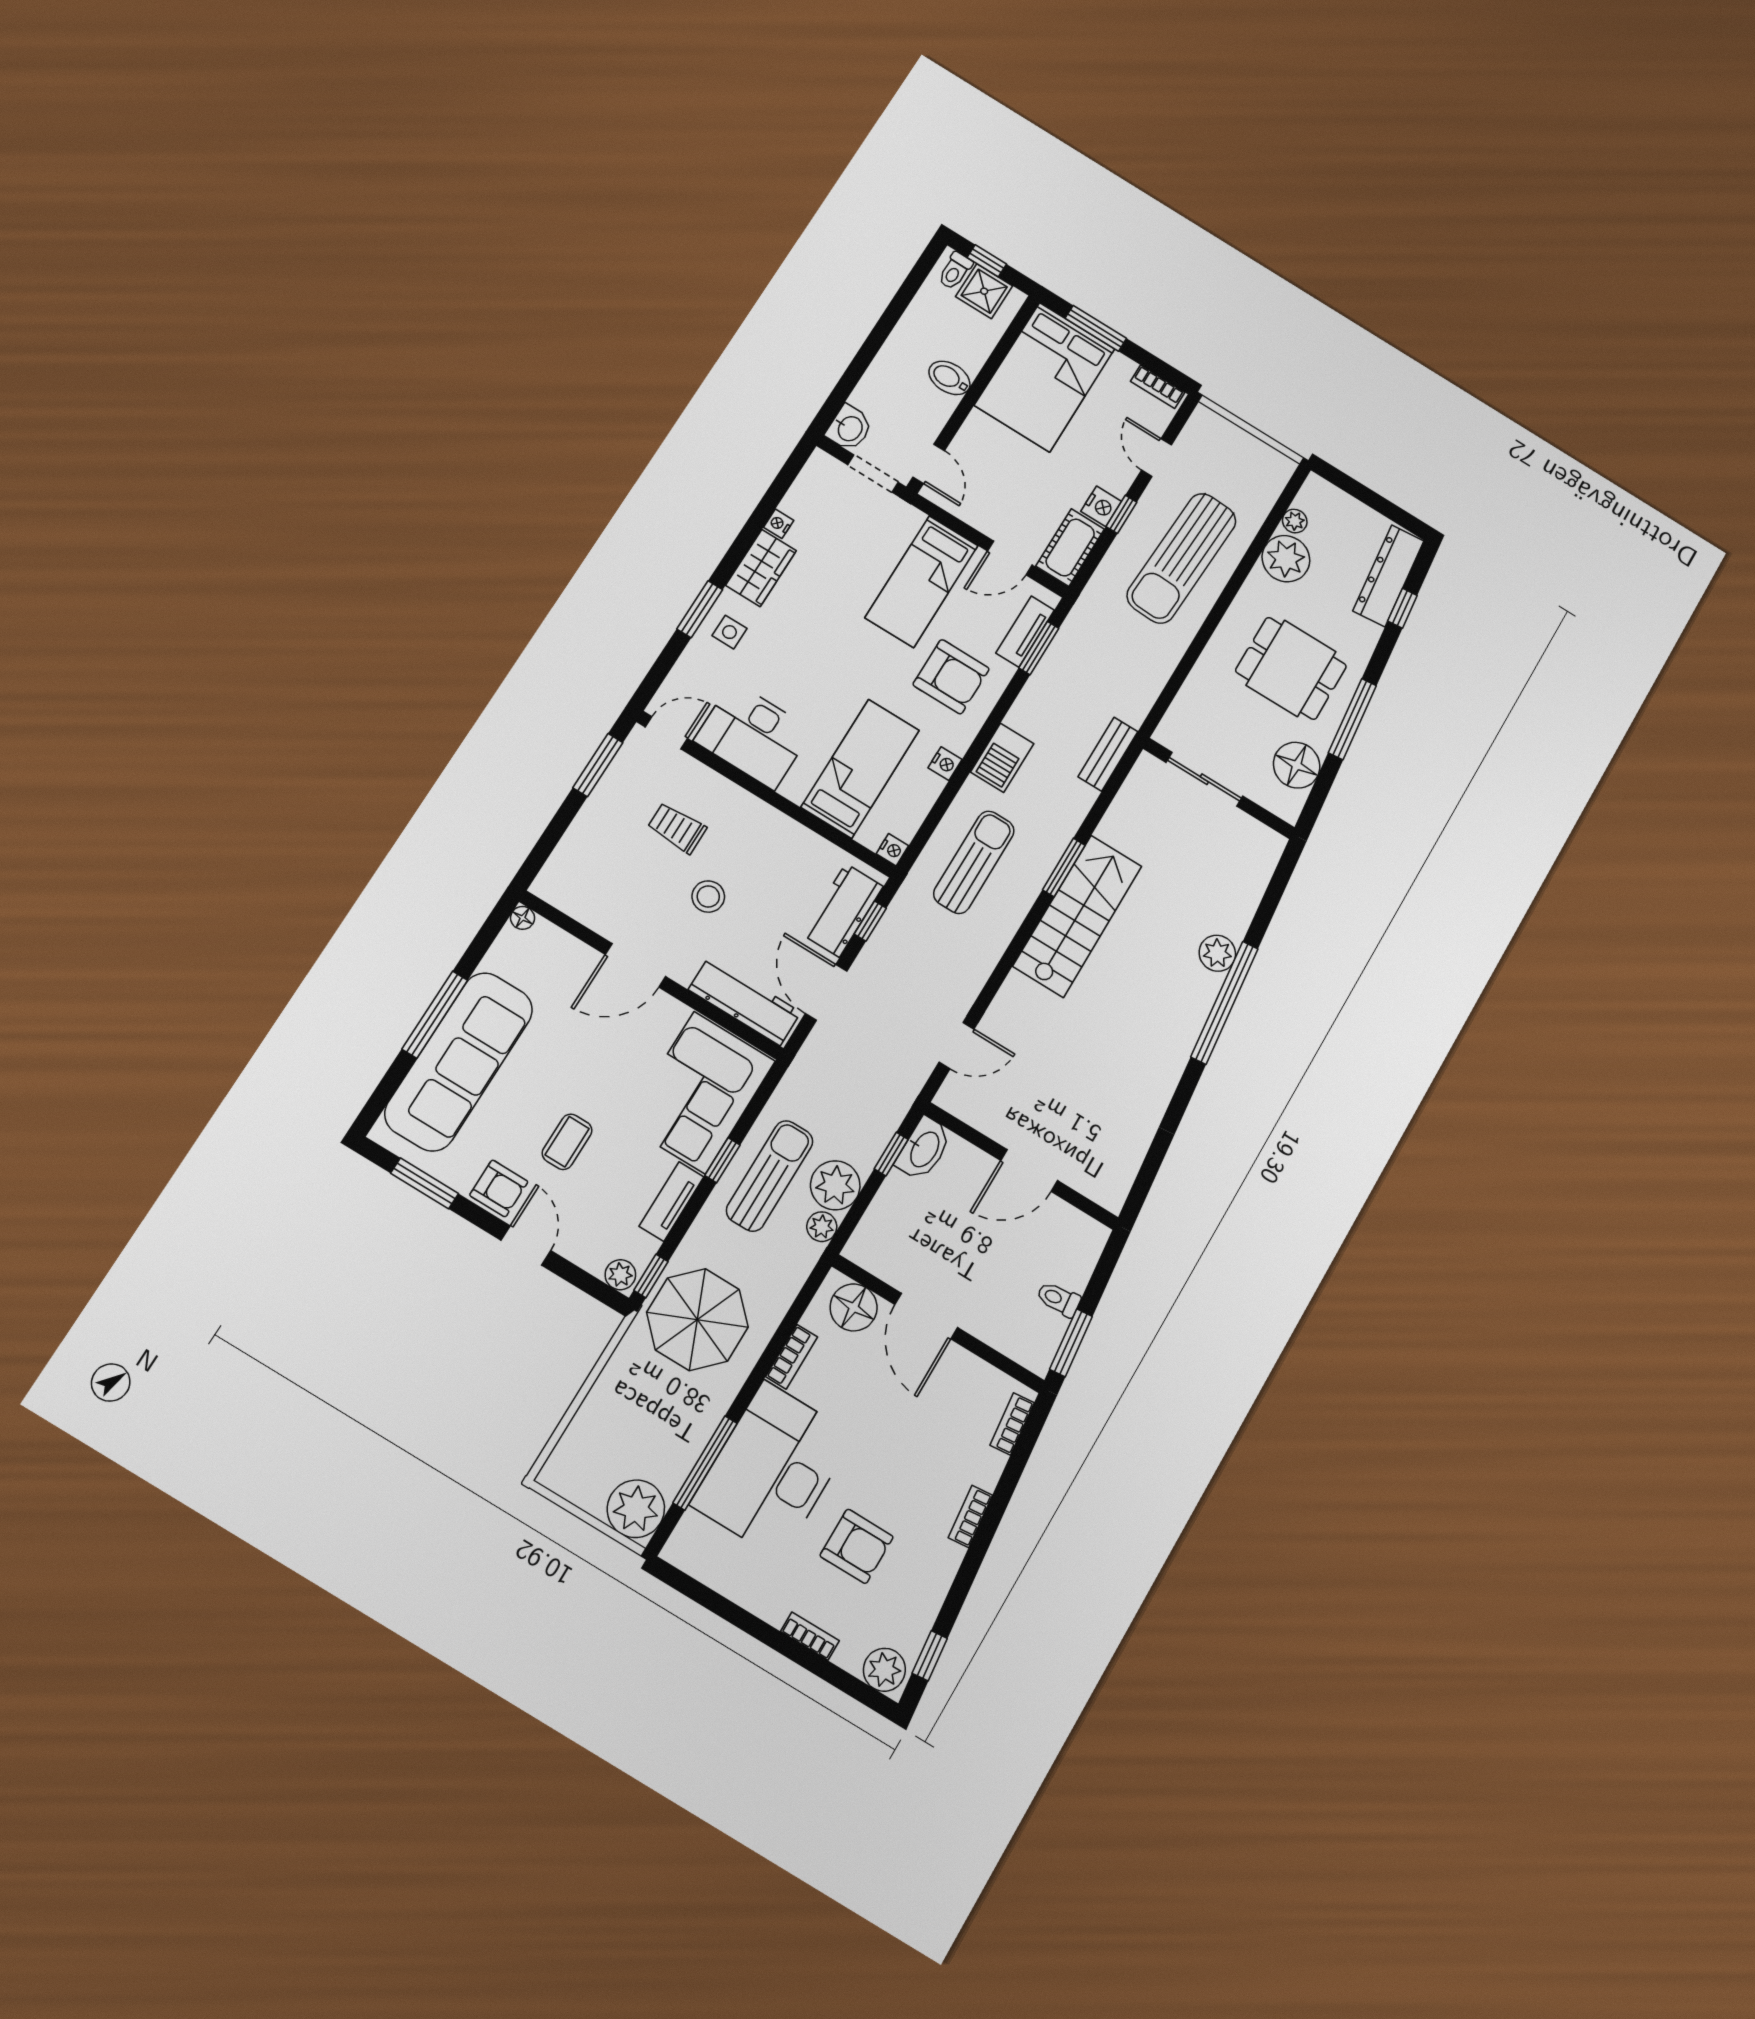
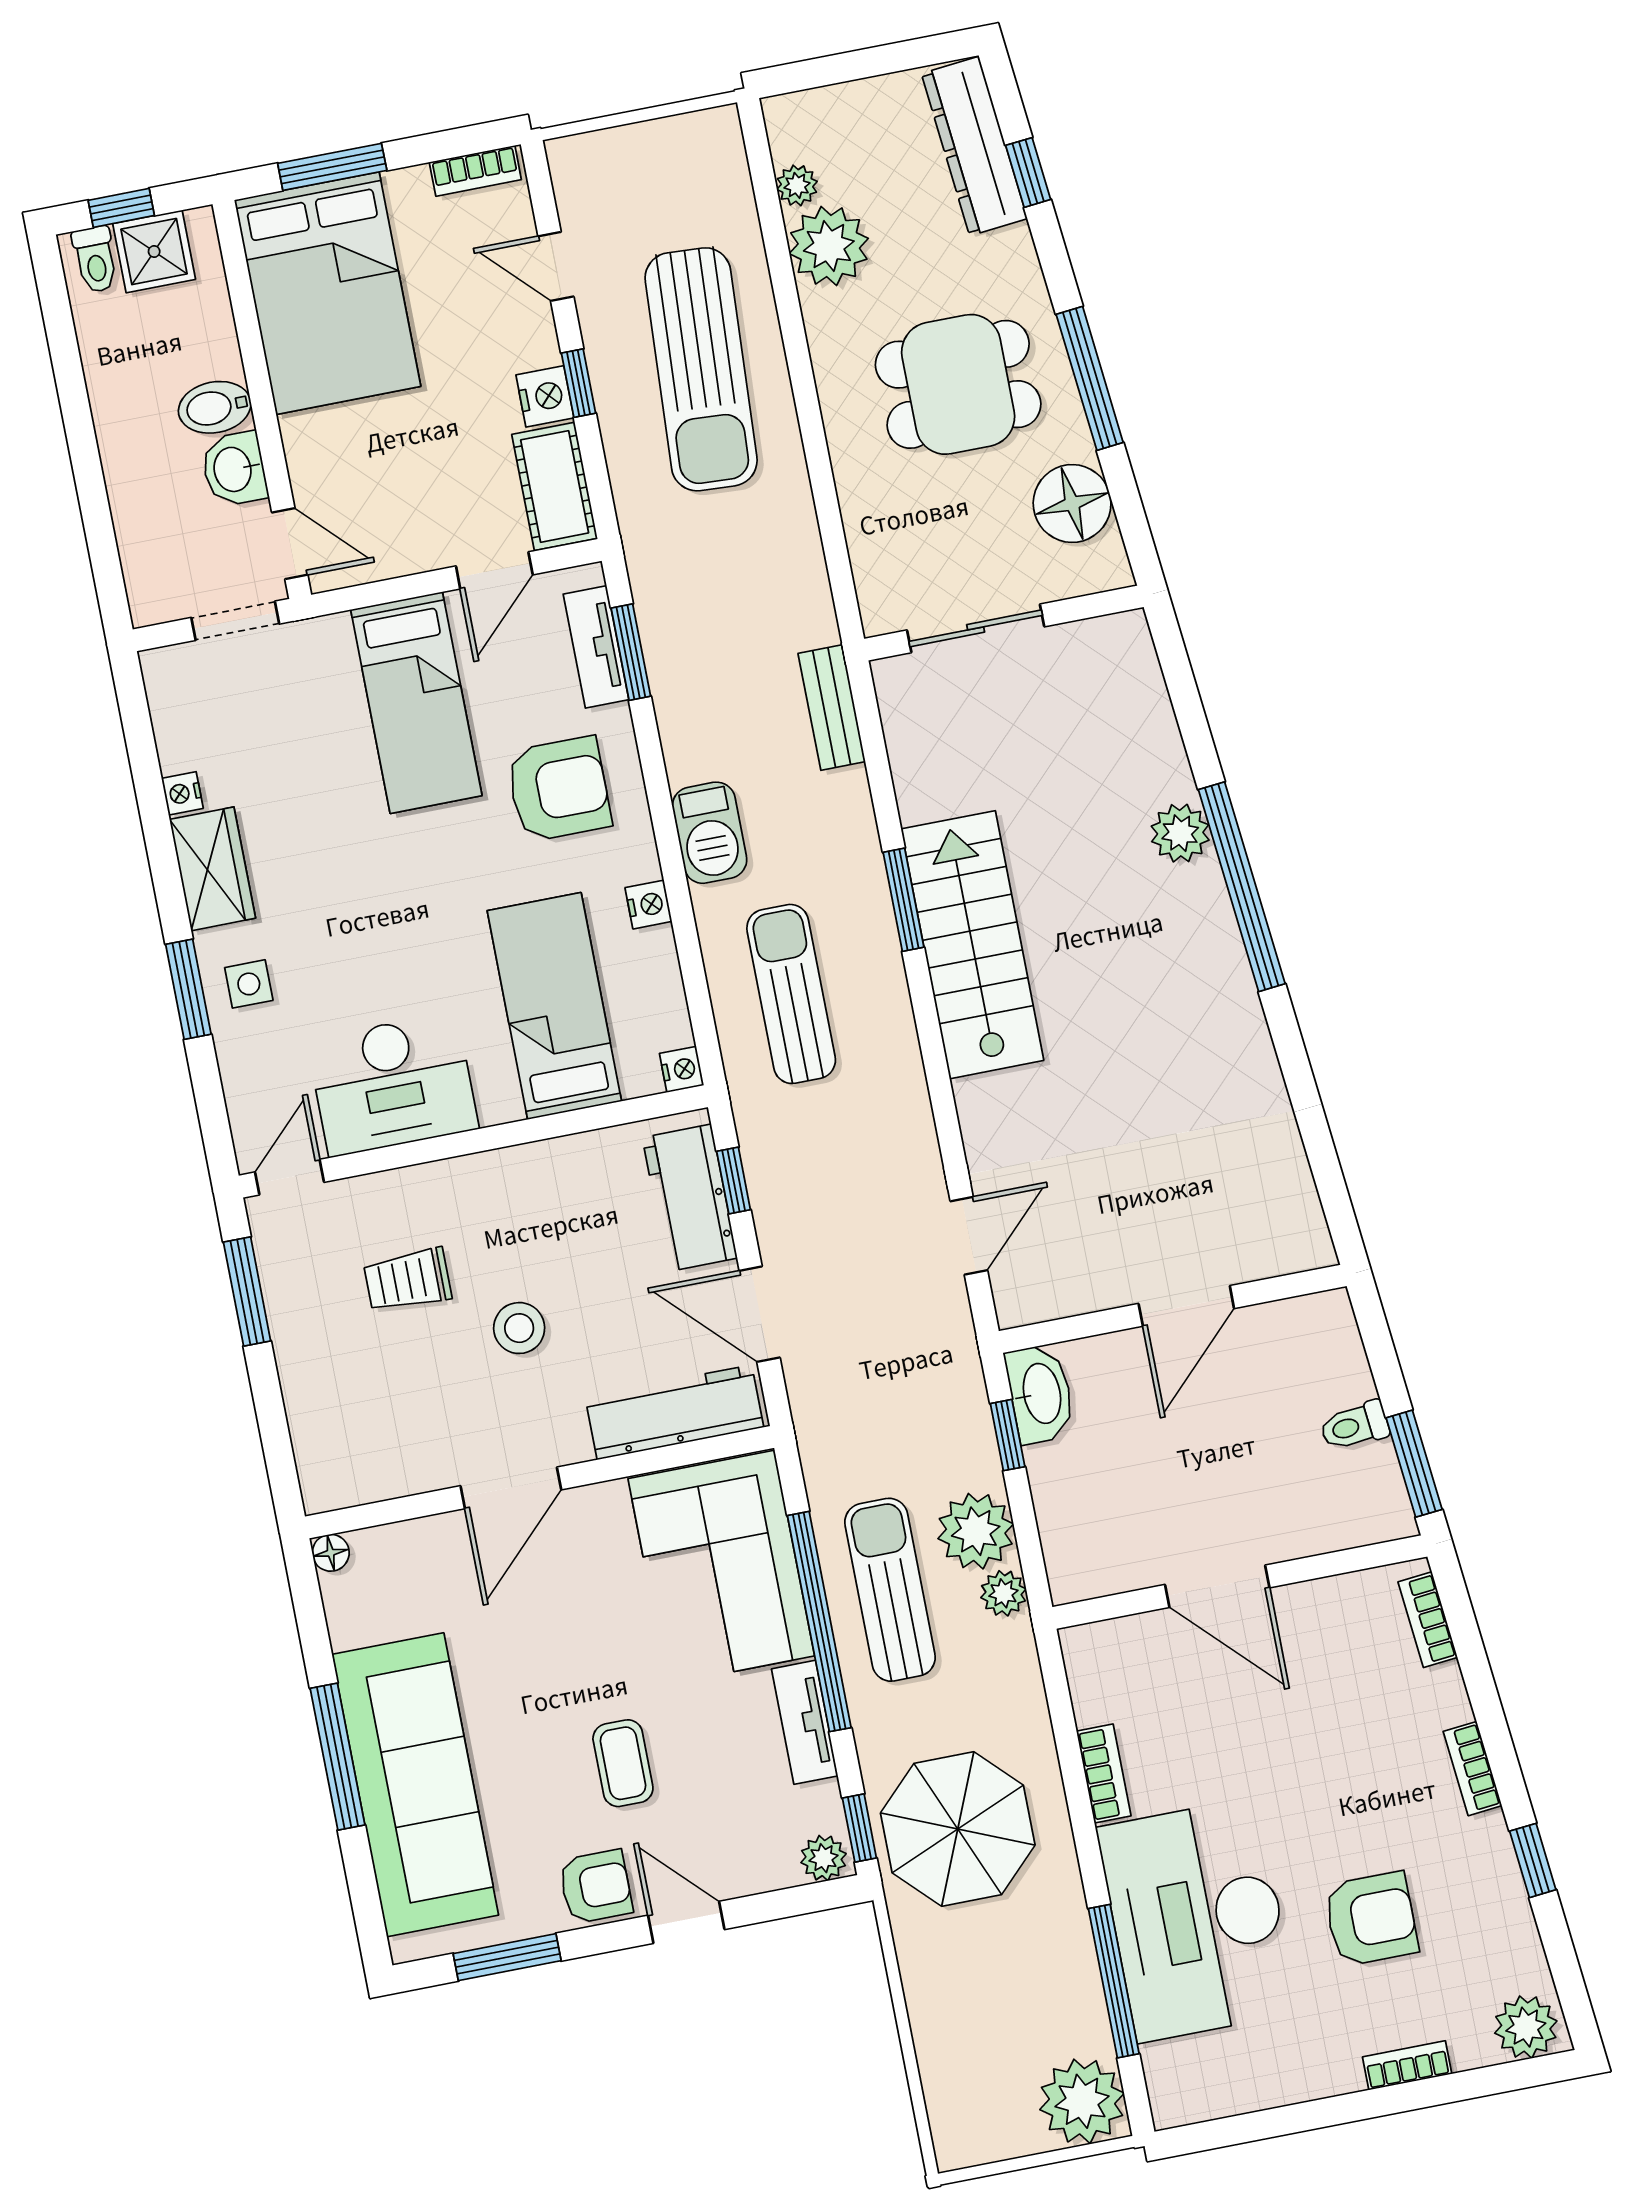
washbasin: (849, 428) -> (234, 469), moved, turned 180
window: (722, 1160) -> (819, 1622), width x3.17
floor lamp: (854, 1307) -> (1124, 1653), removed
window: (930, 1656) -> (1533, 1860), moved

